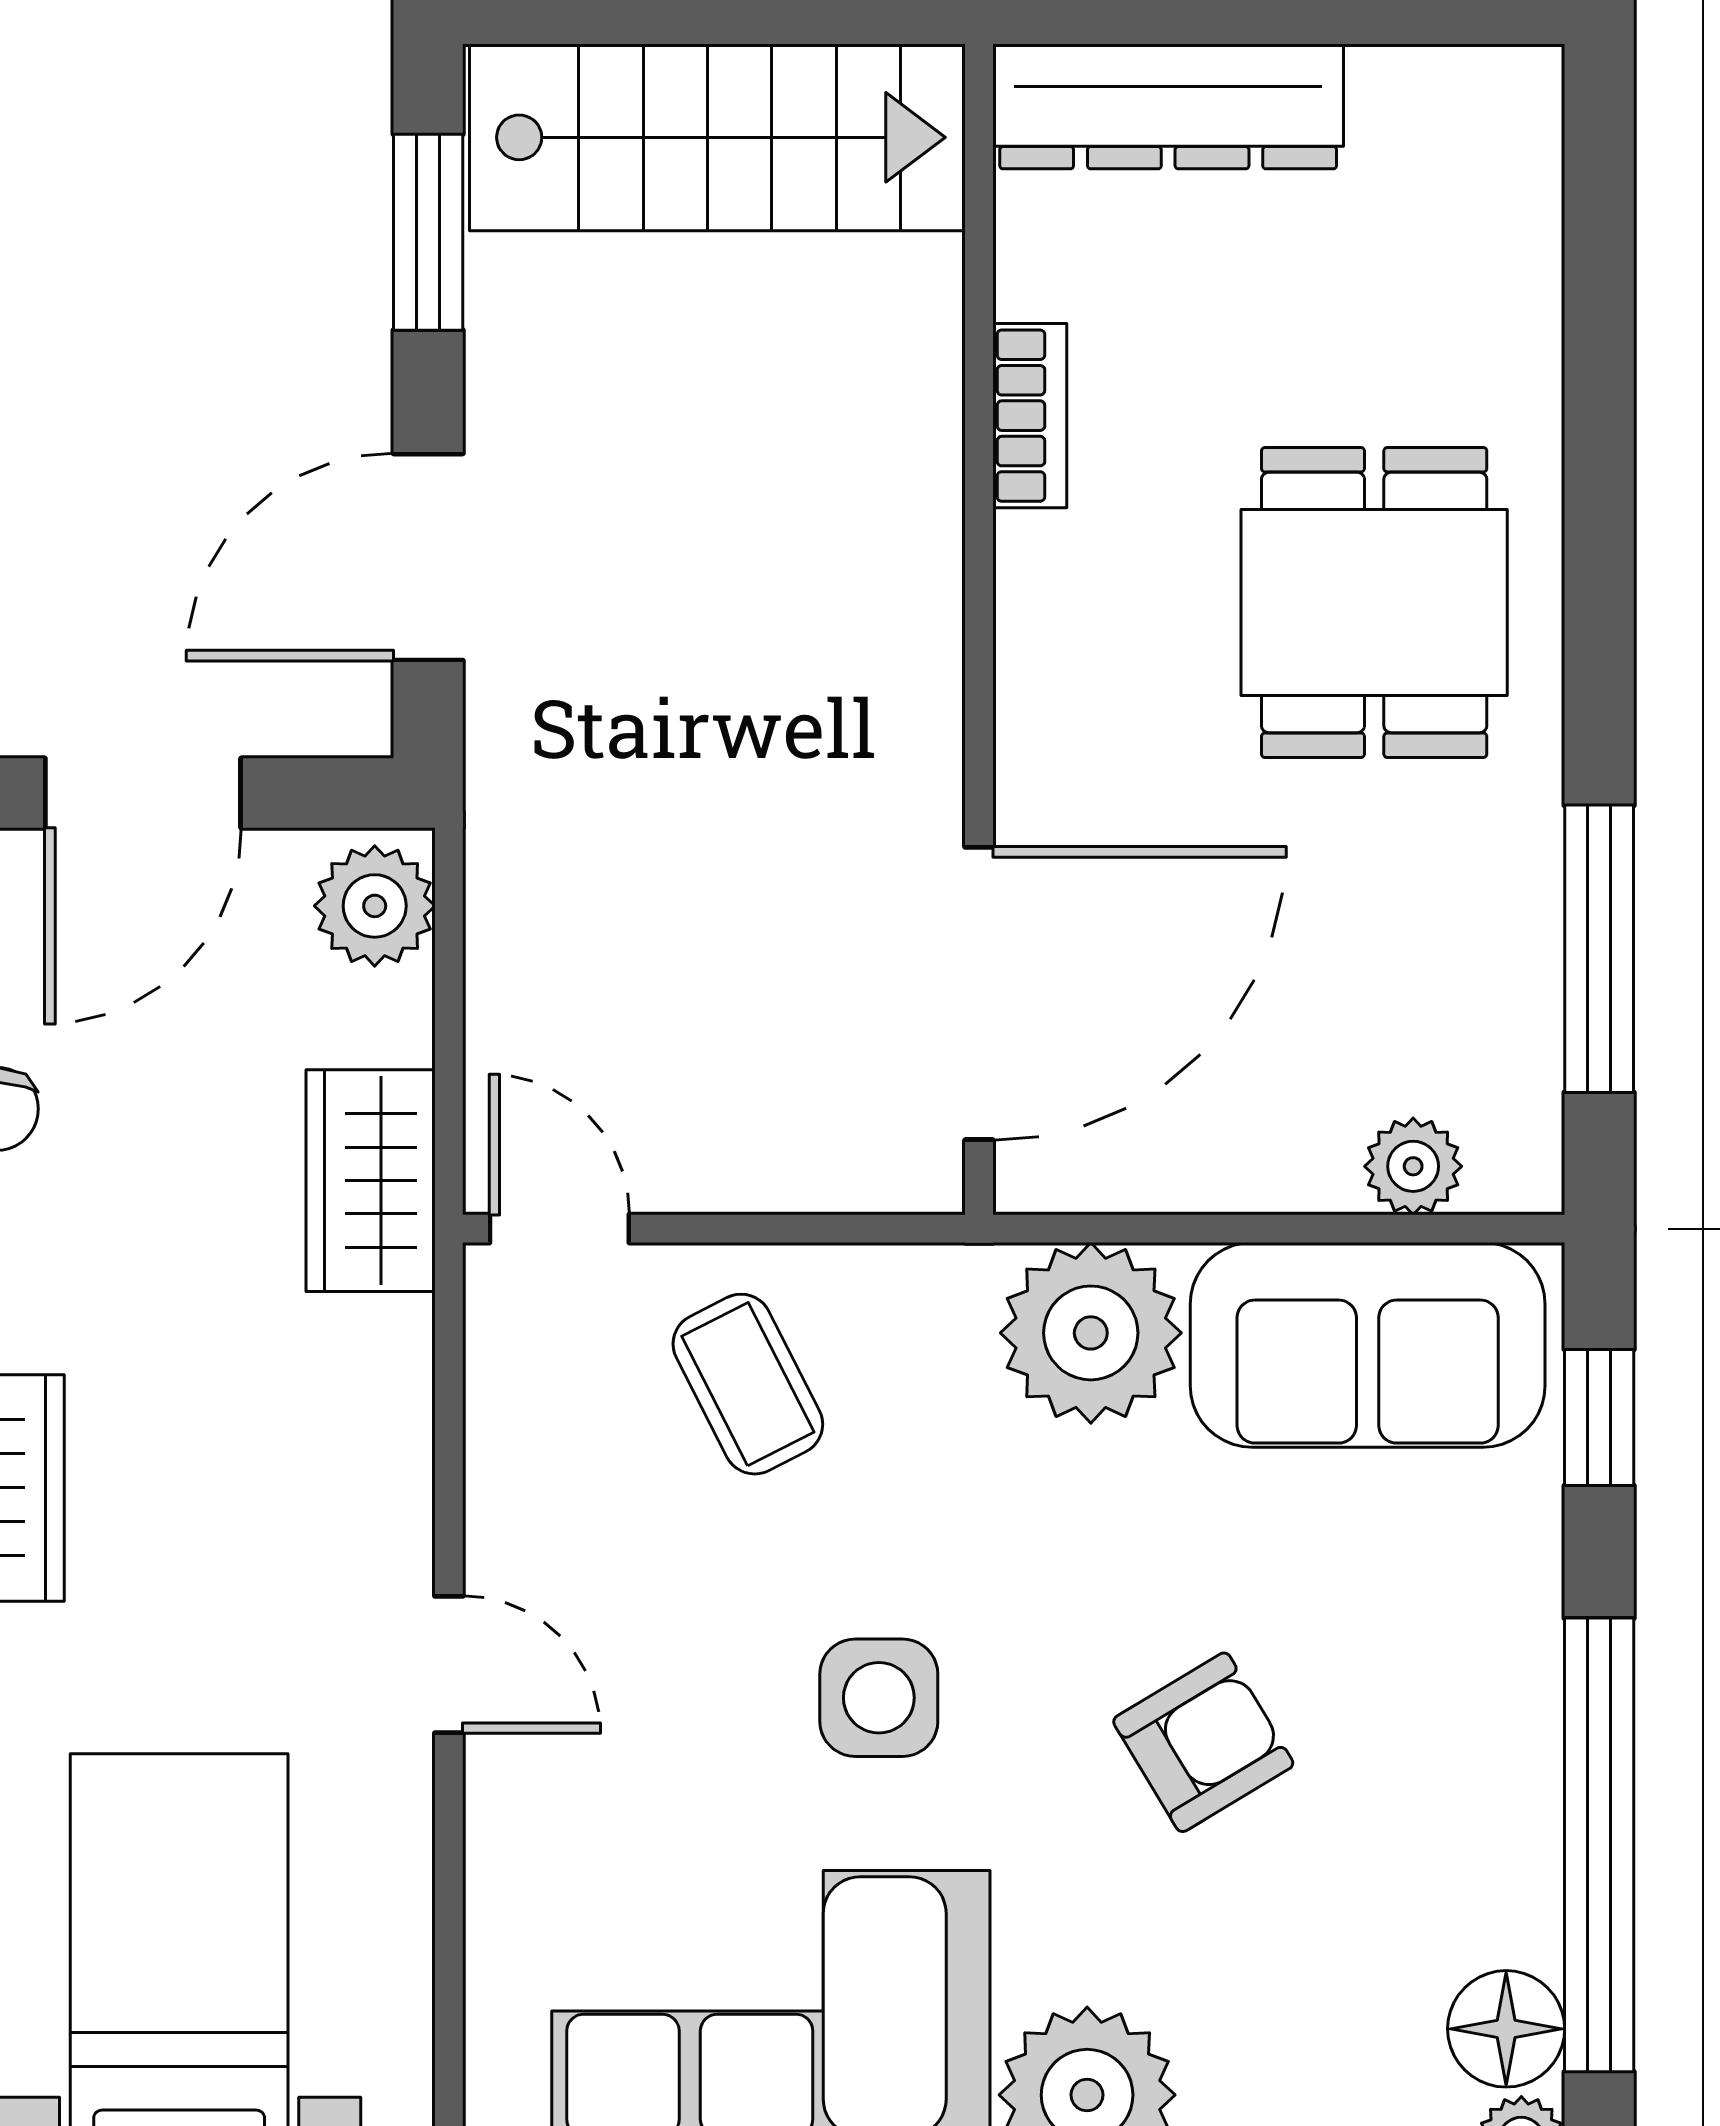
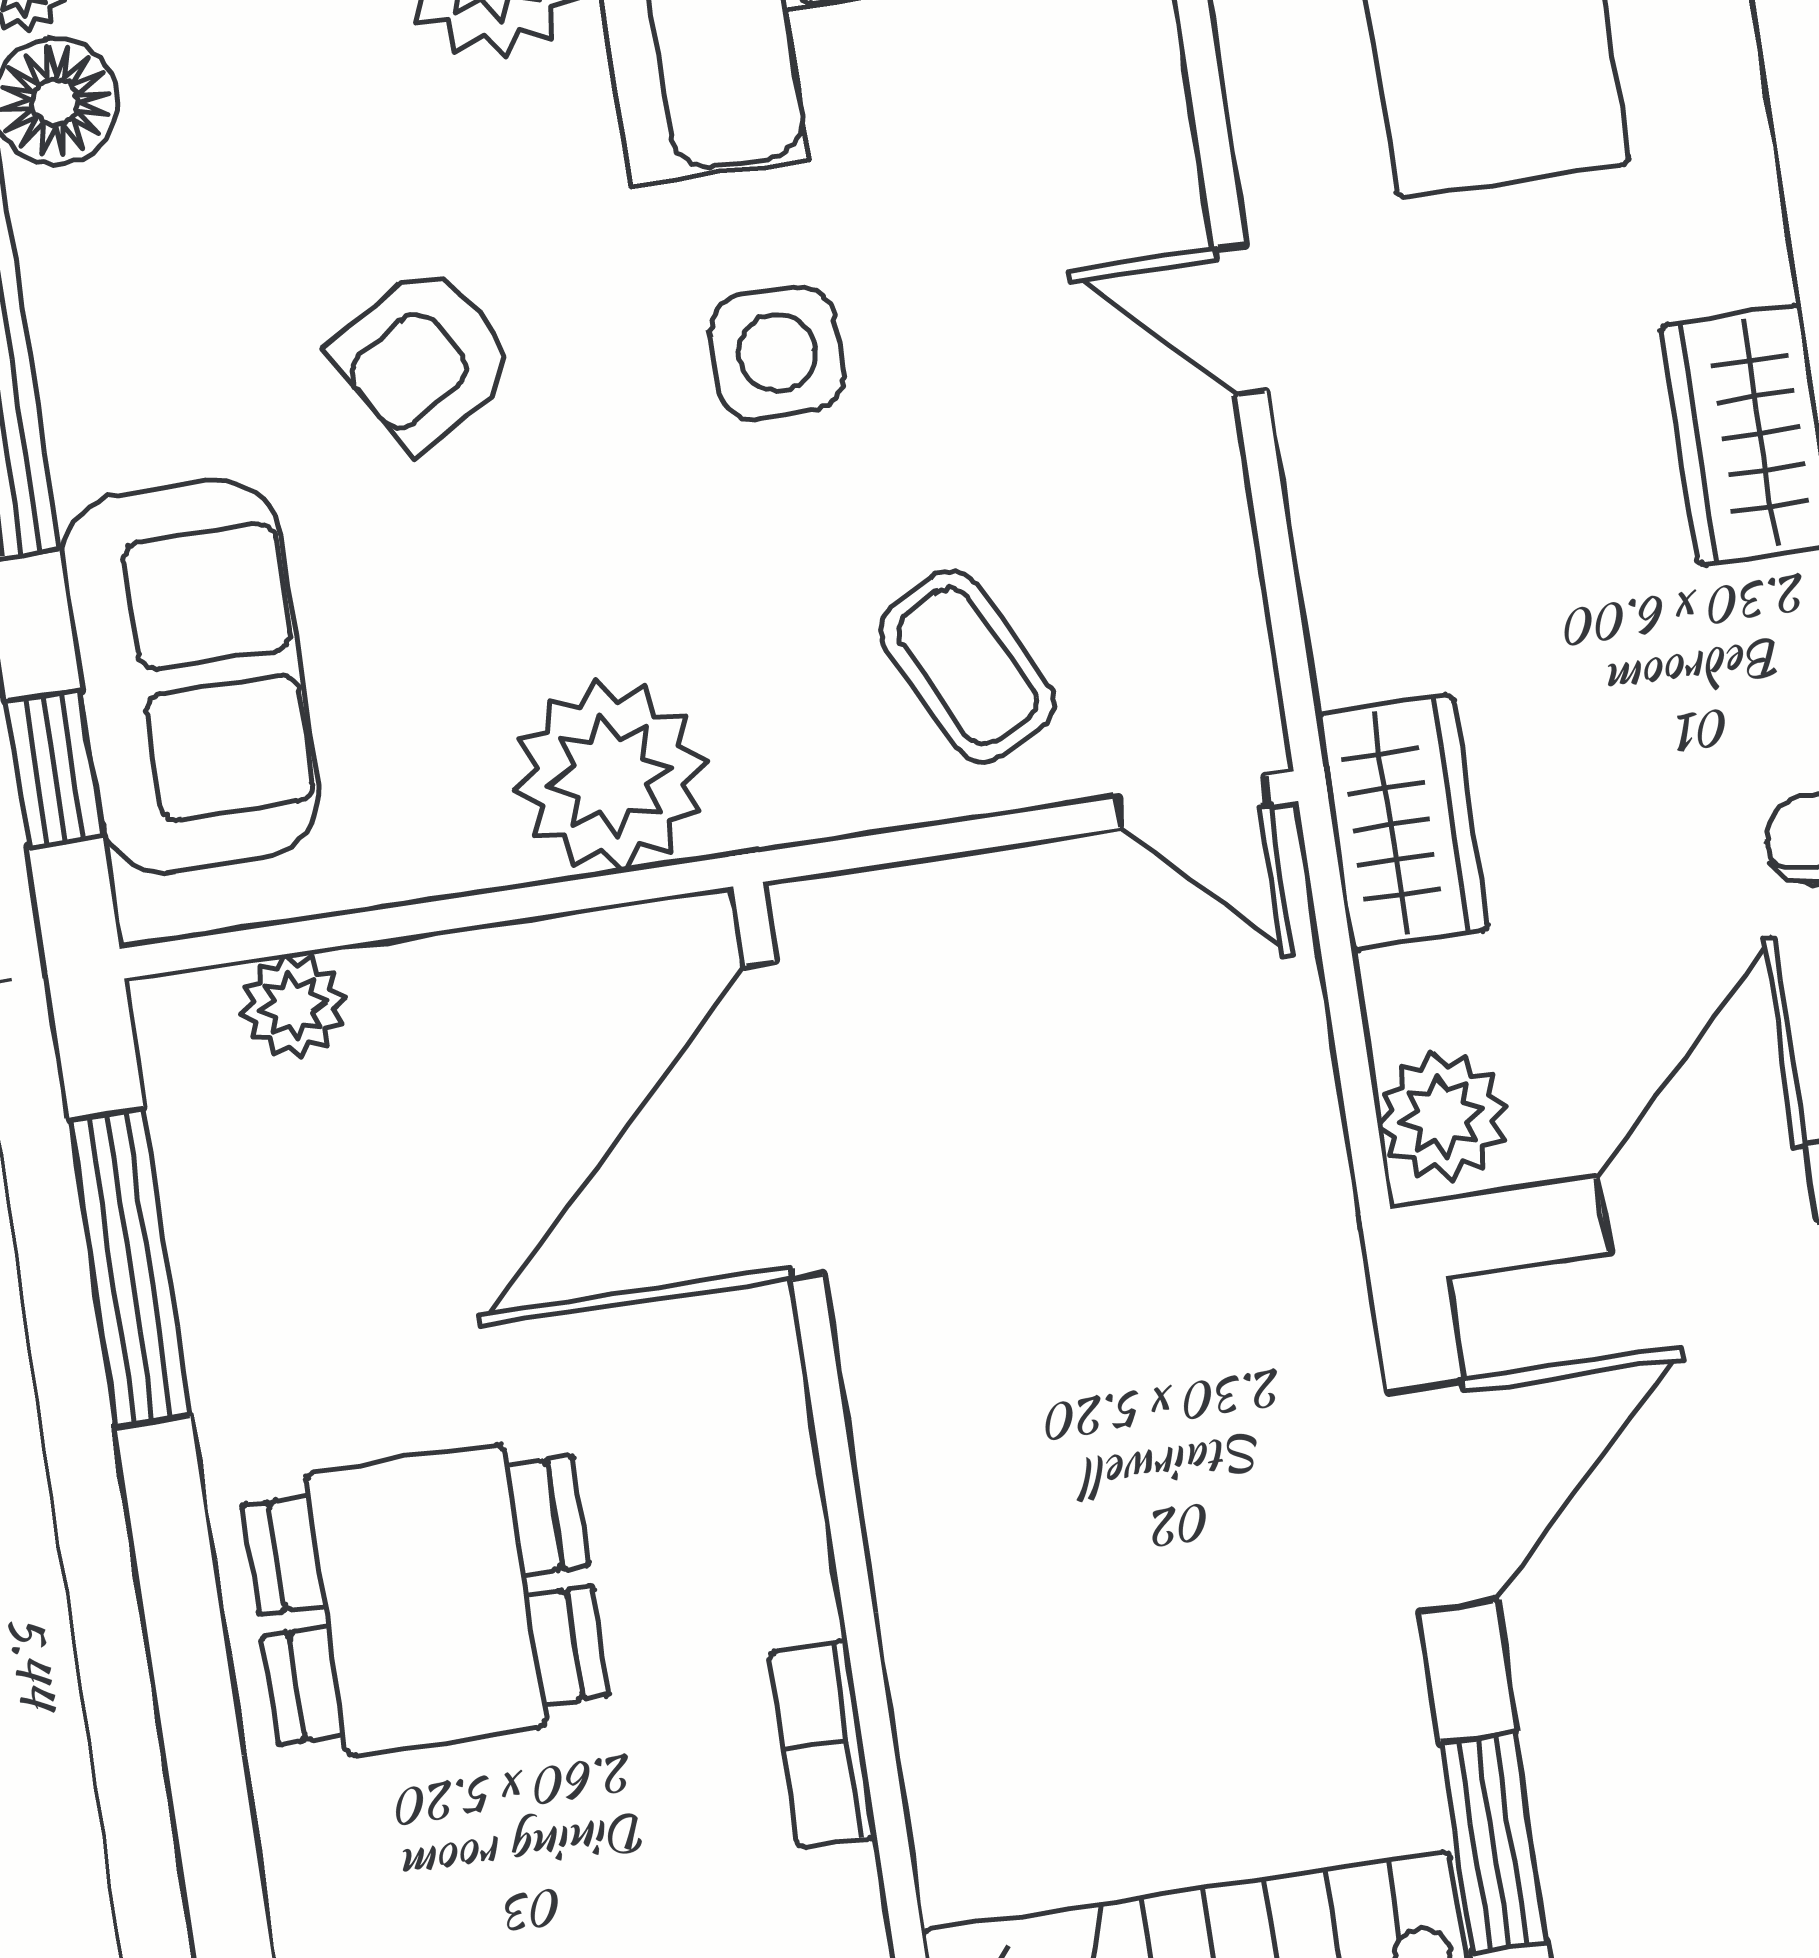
dining table: (1374, 602) -> (426, 1600), turned 90
sofa: (1368, 1345) -> (190, 676), moved, turned 90

